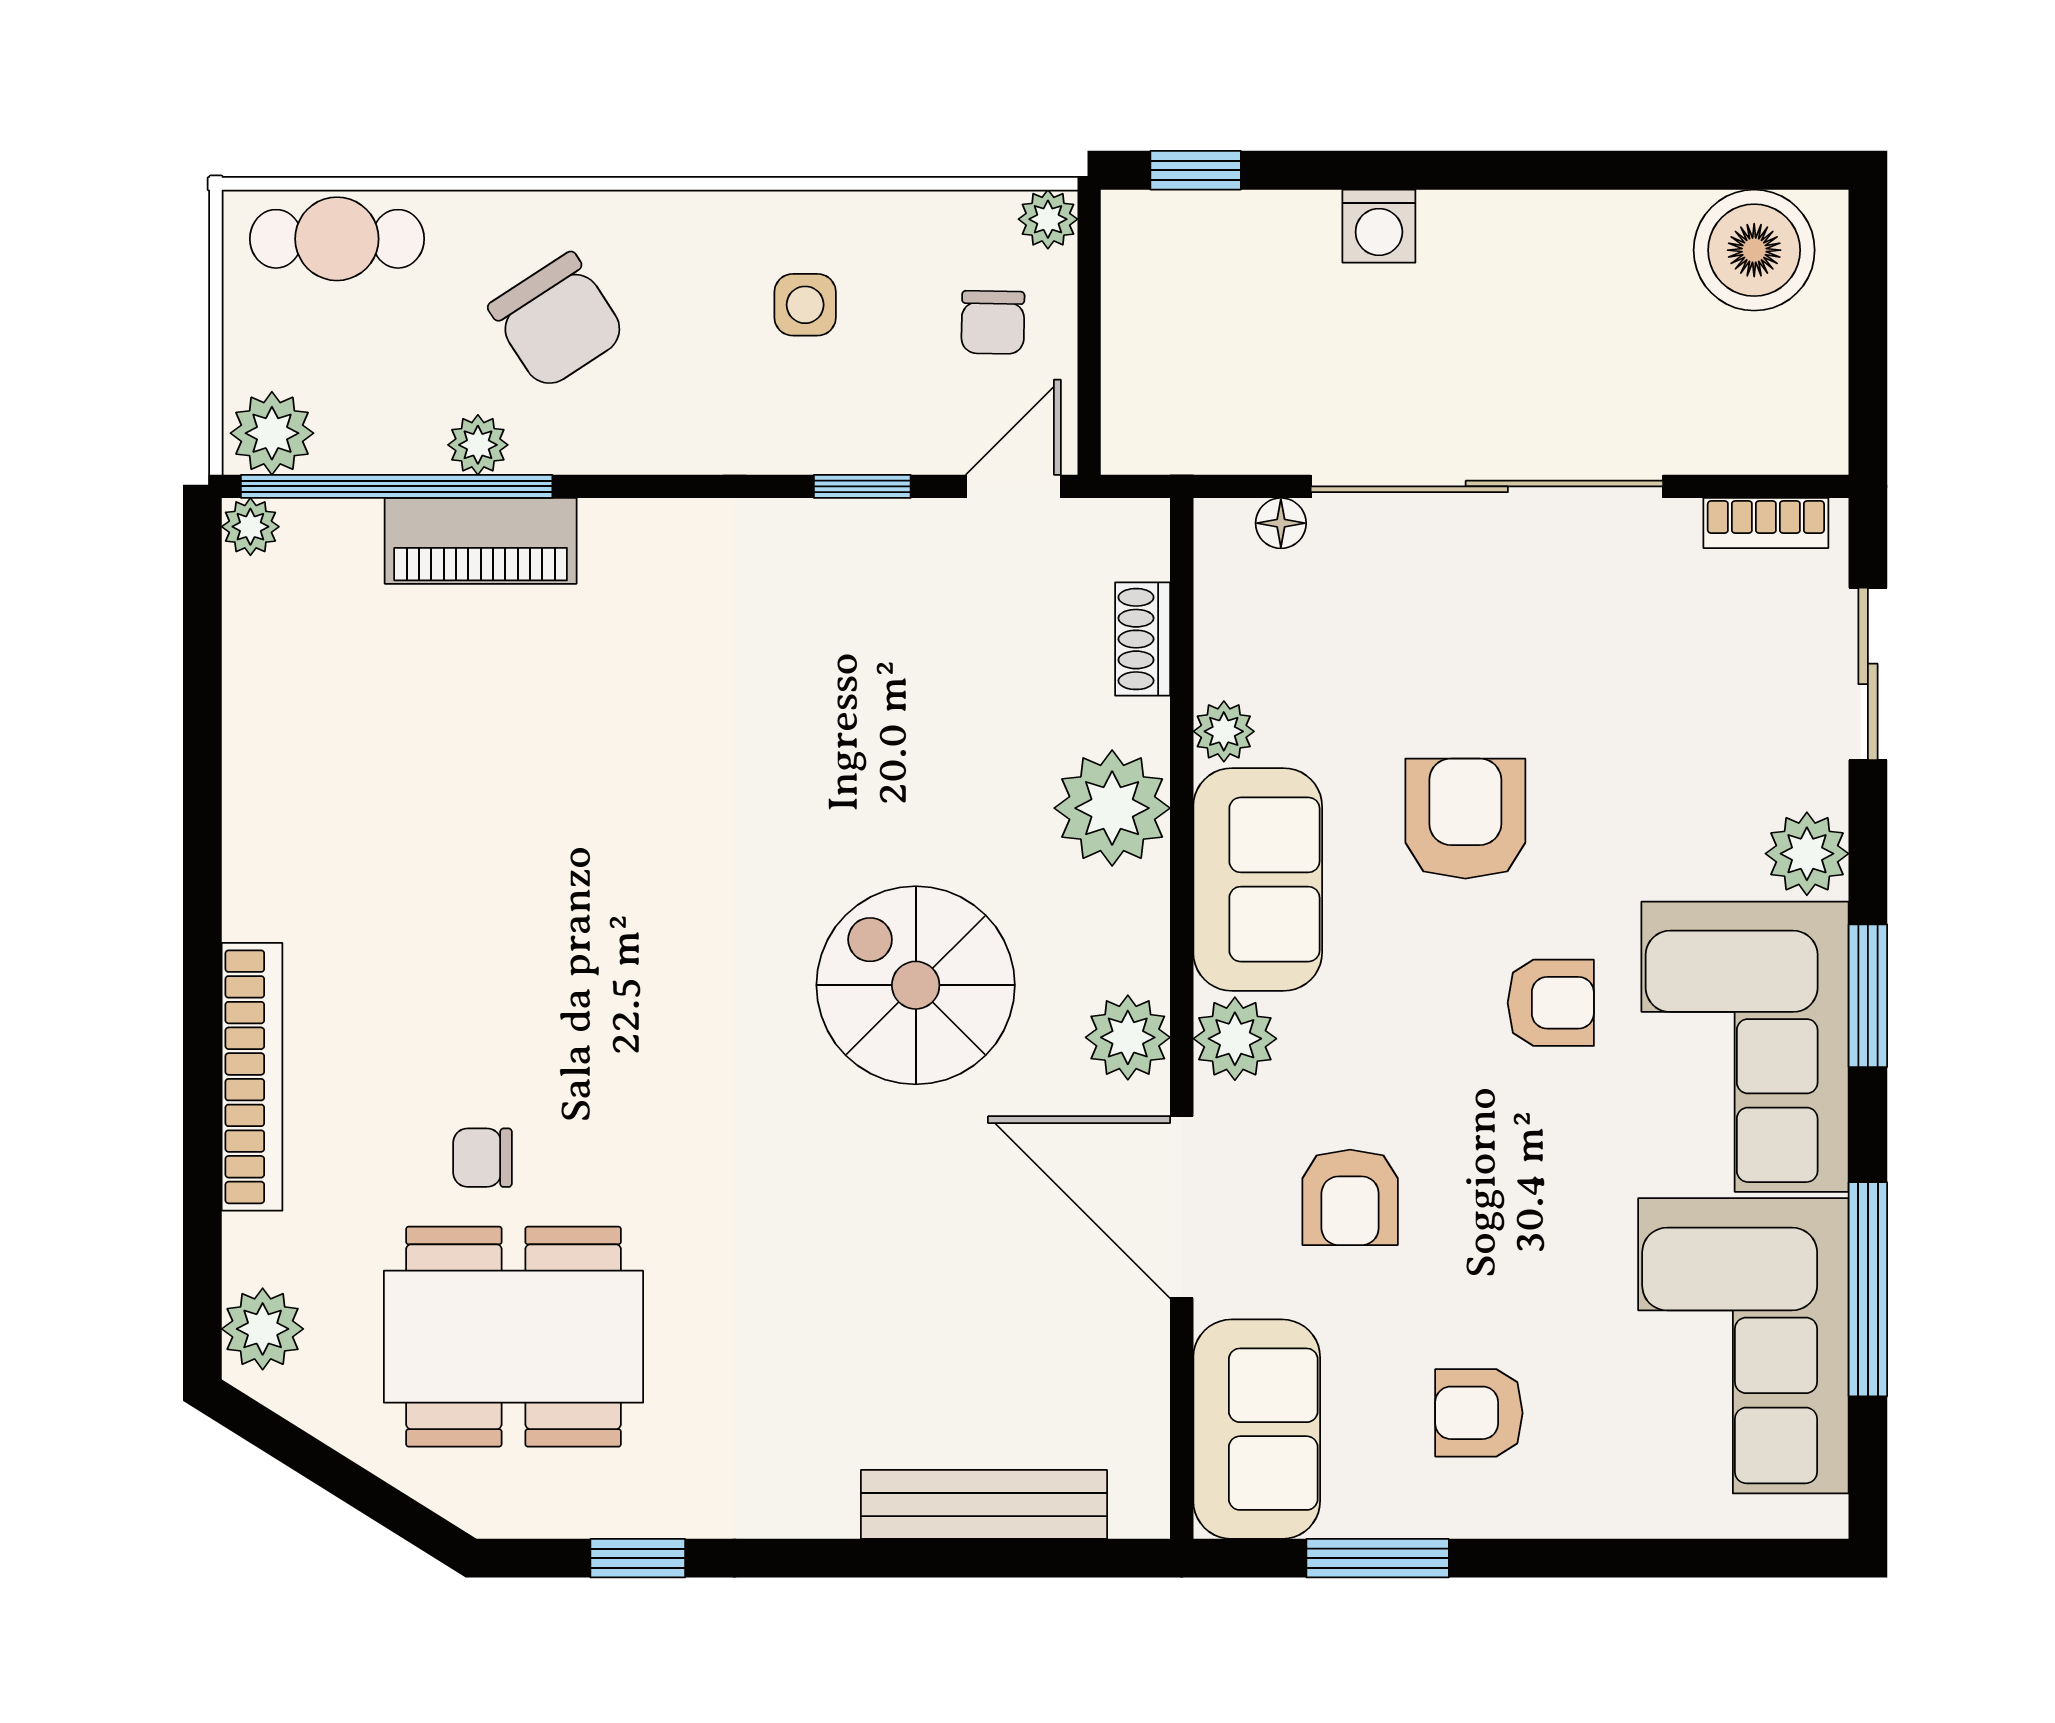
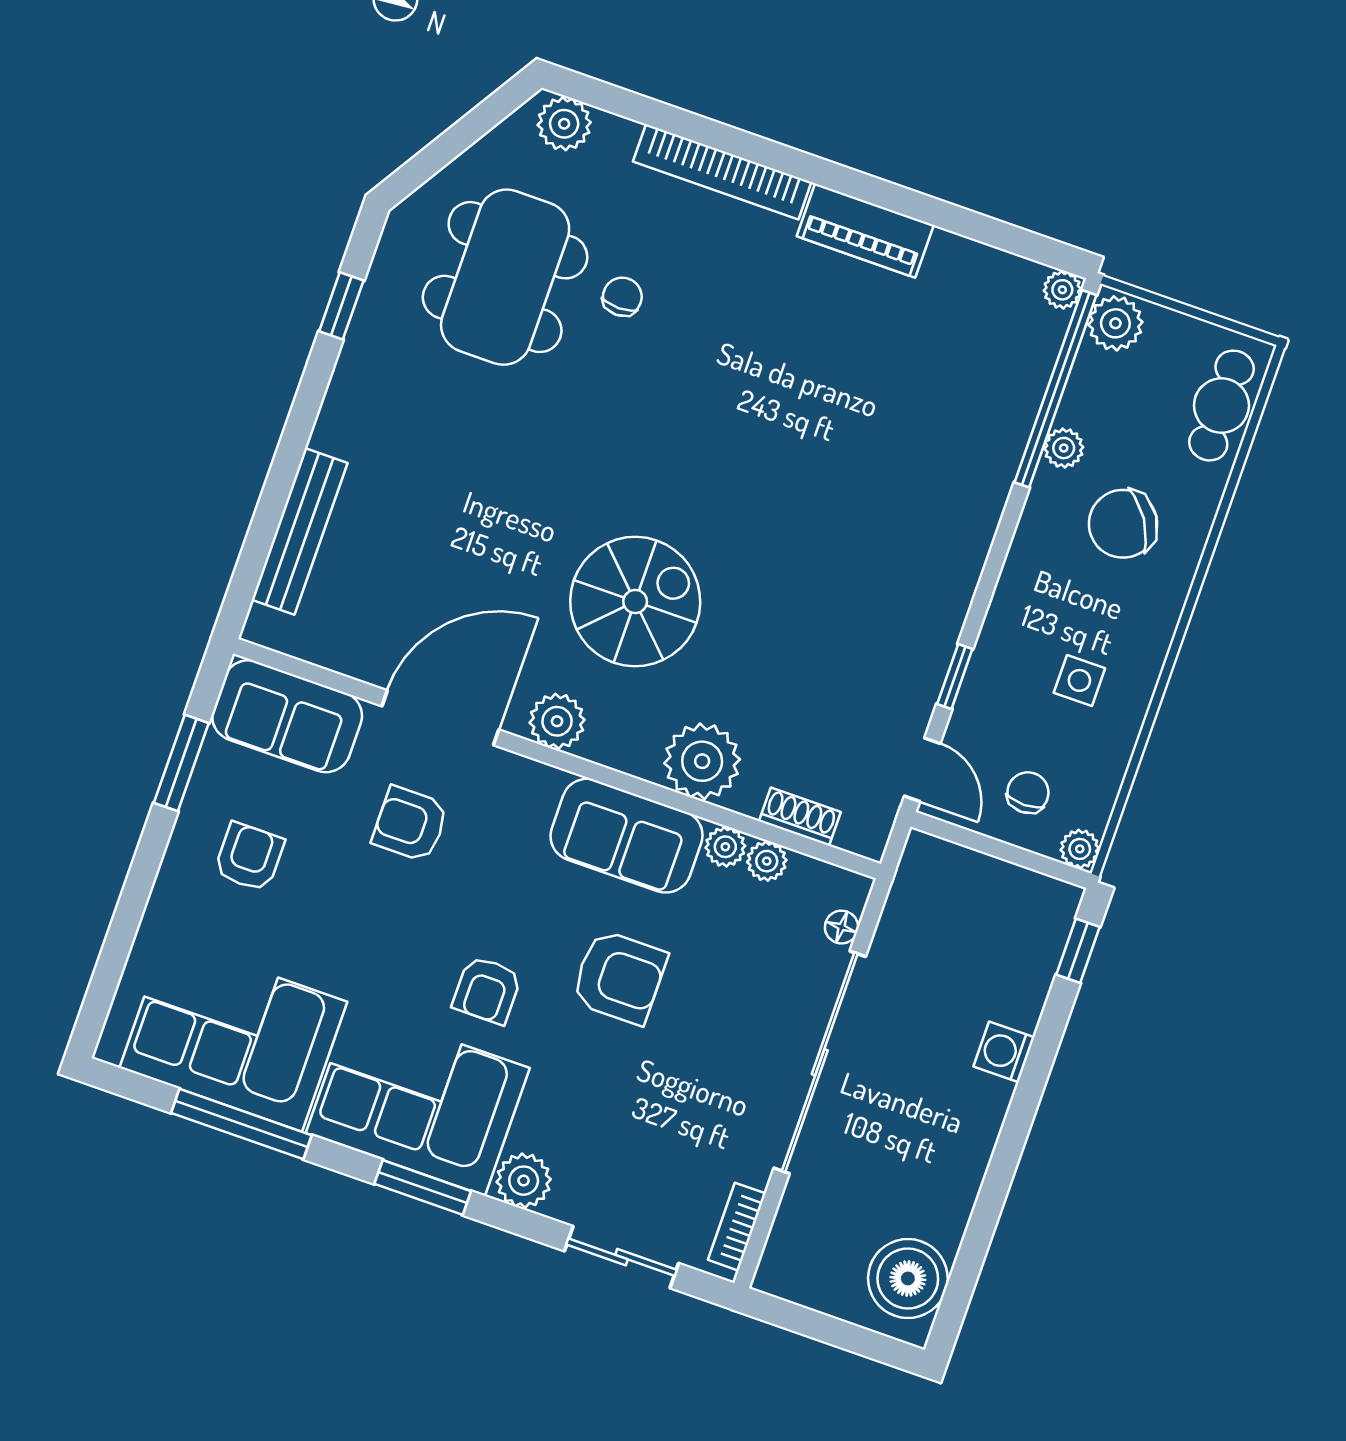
chair: (993, 322) -> (1028, 793), turned 89
piano: (481, 541) -> (865, 231), moved, turned -90
plant: (1235, 1039) -> (767, 861), moved, width x0.73, depth x0.73

